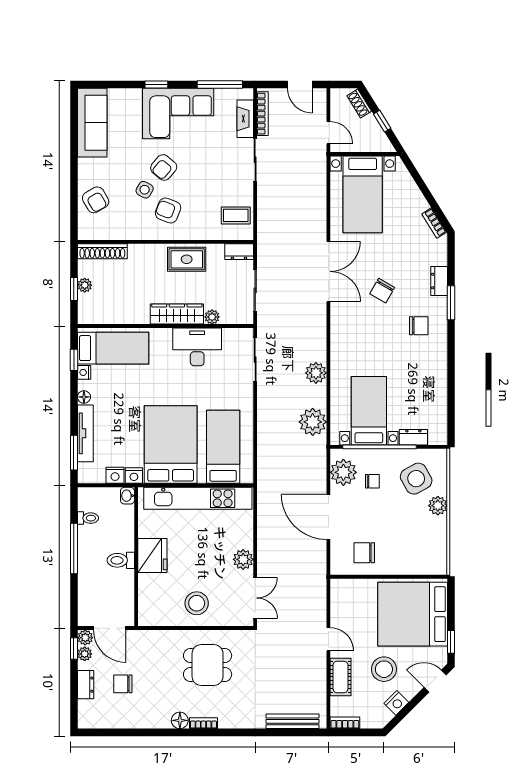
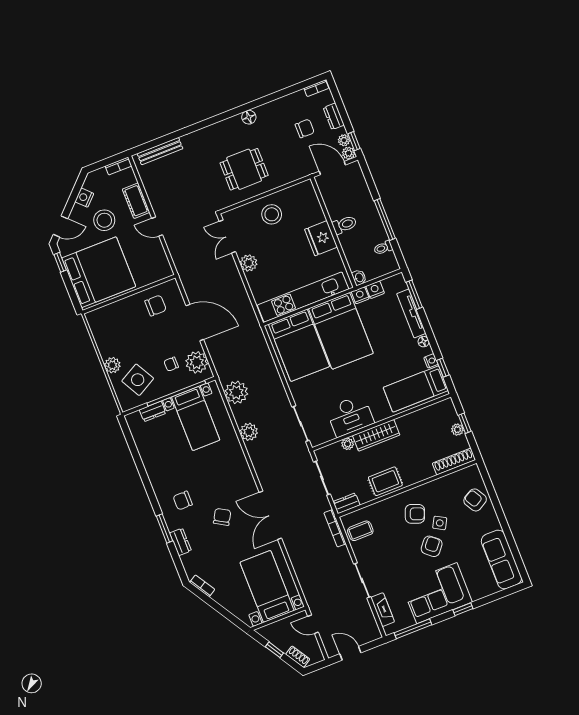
bookcase: (263, 114) -> (335, 528), moved
bed: (223, 447) -> (299, 345), width x1.50
bookcase: (203, 723) -> (316, 88), moved

